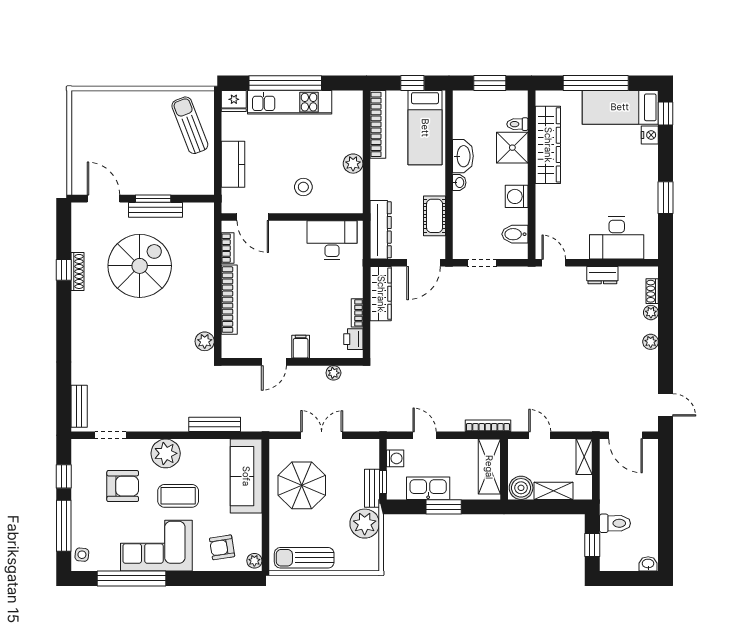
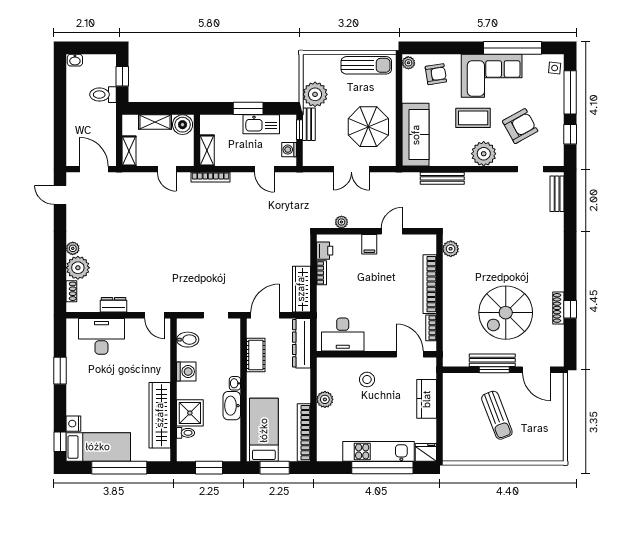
window: (412, 83) -> (275, 468), width x1.50
sun lounger: (190, 125) -> (497, 415), moved
plant: (651, 313) -> (78, 268), width x1.88, depth x1.88
shelving: (489, 467) -> (207, 150), width x0.67, depth x0.75
armchair: (123, 486) -> (520, 126), turned 151

